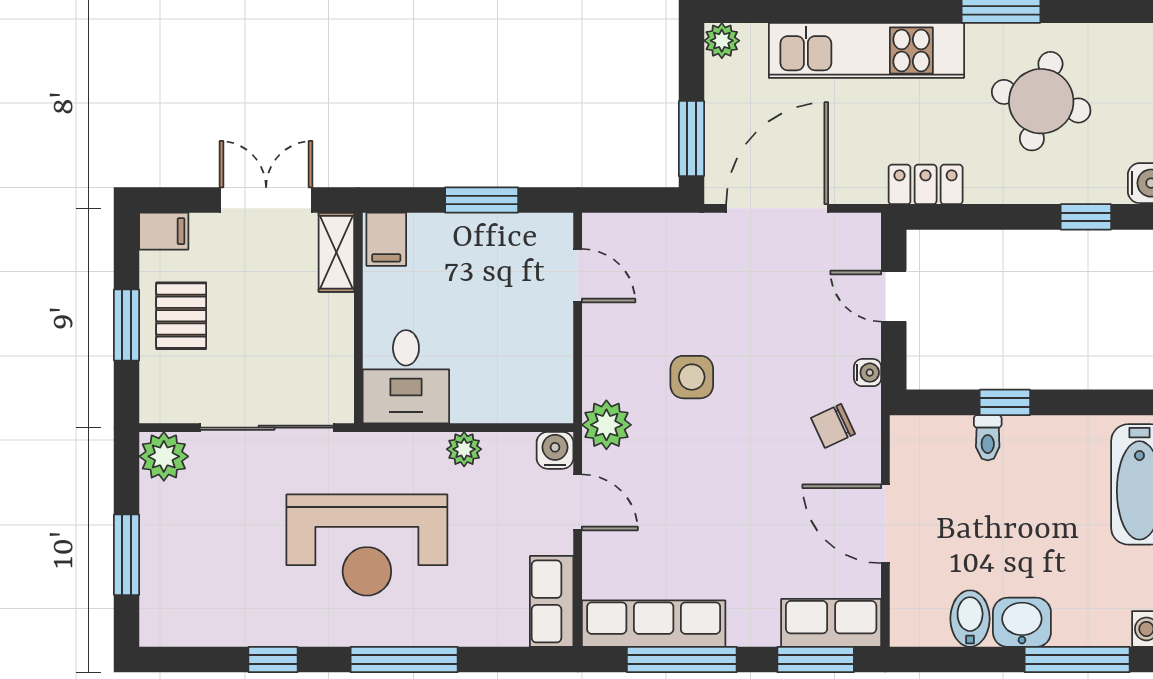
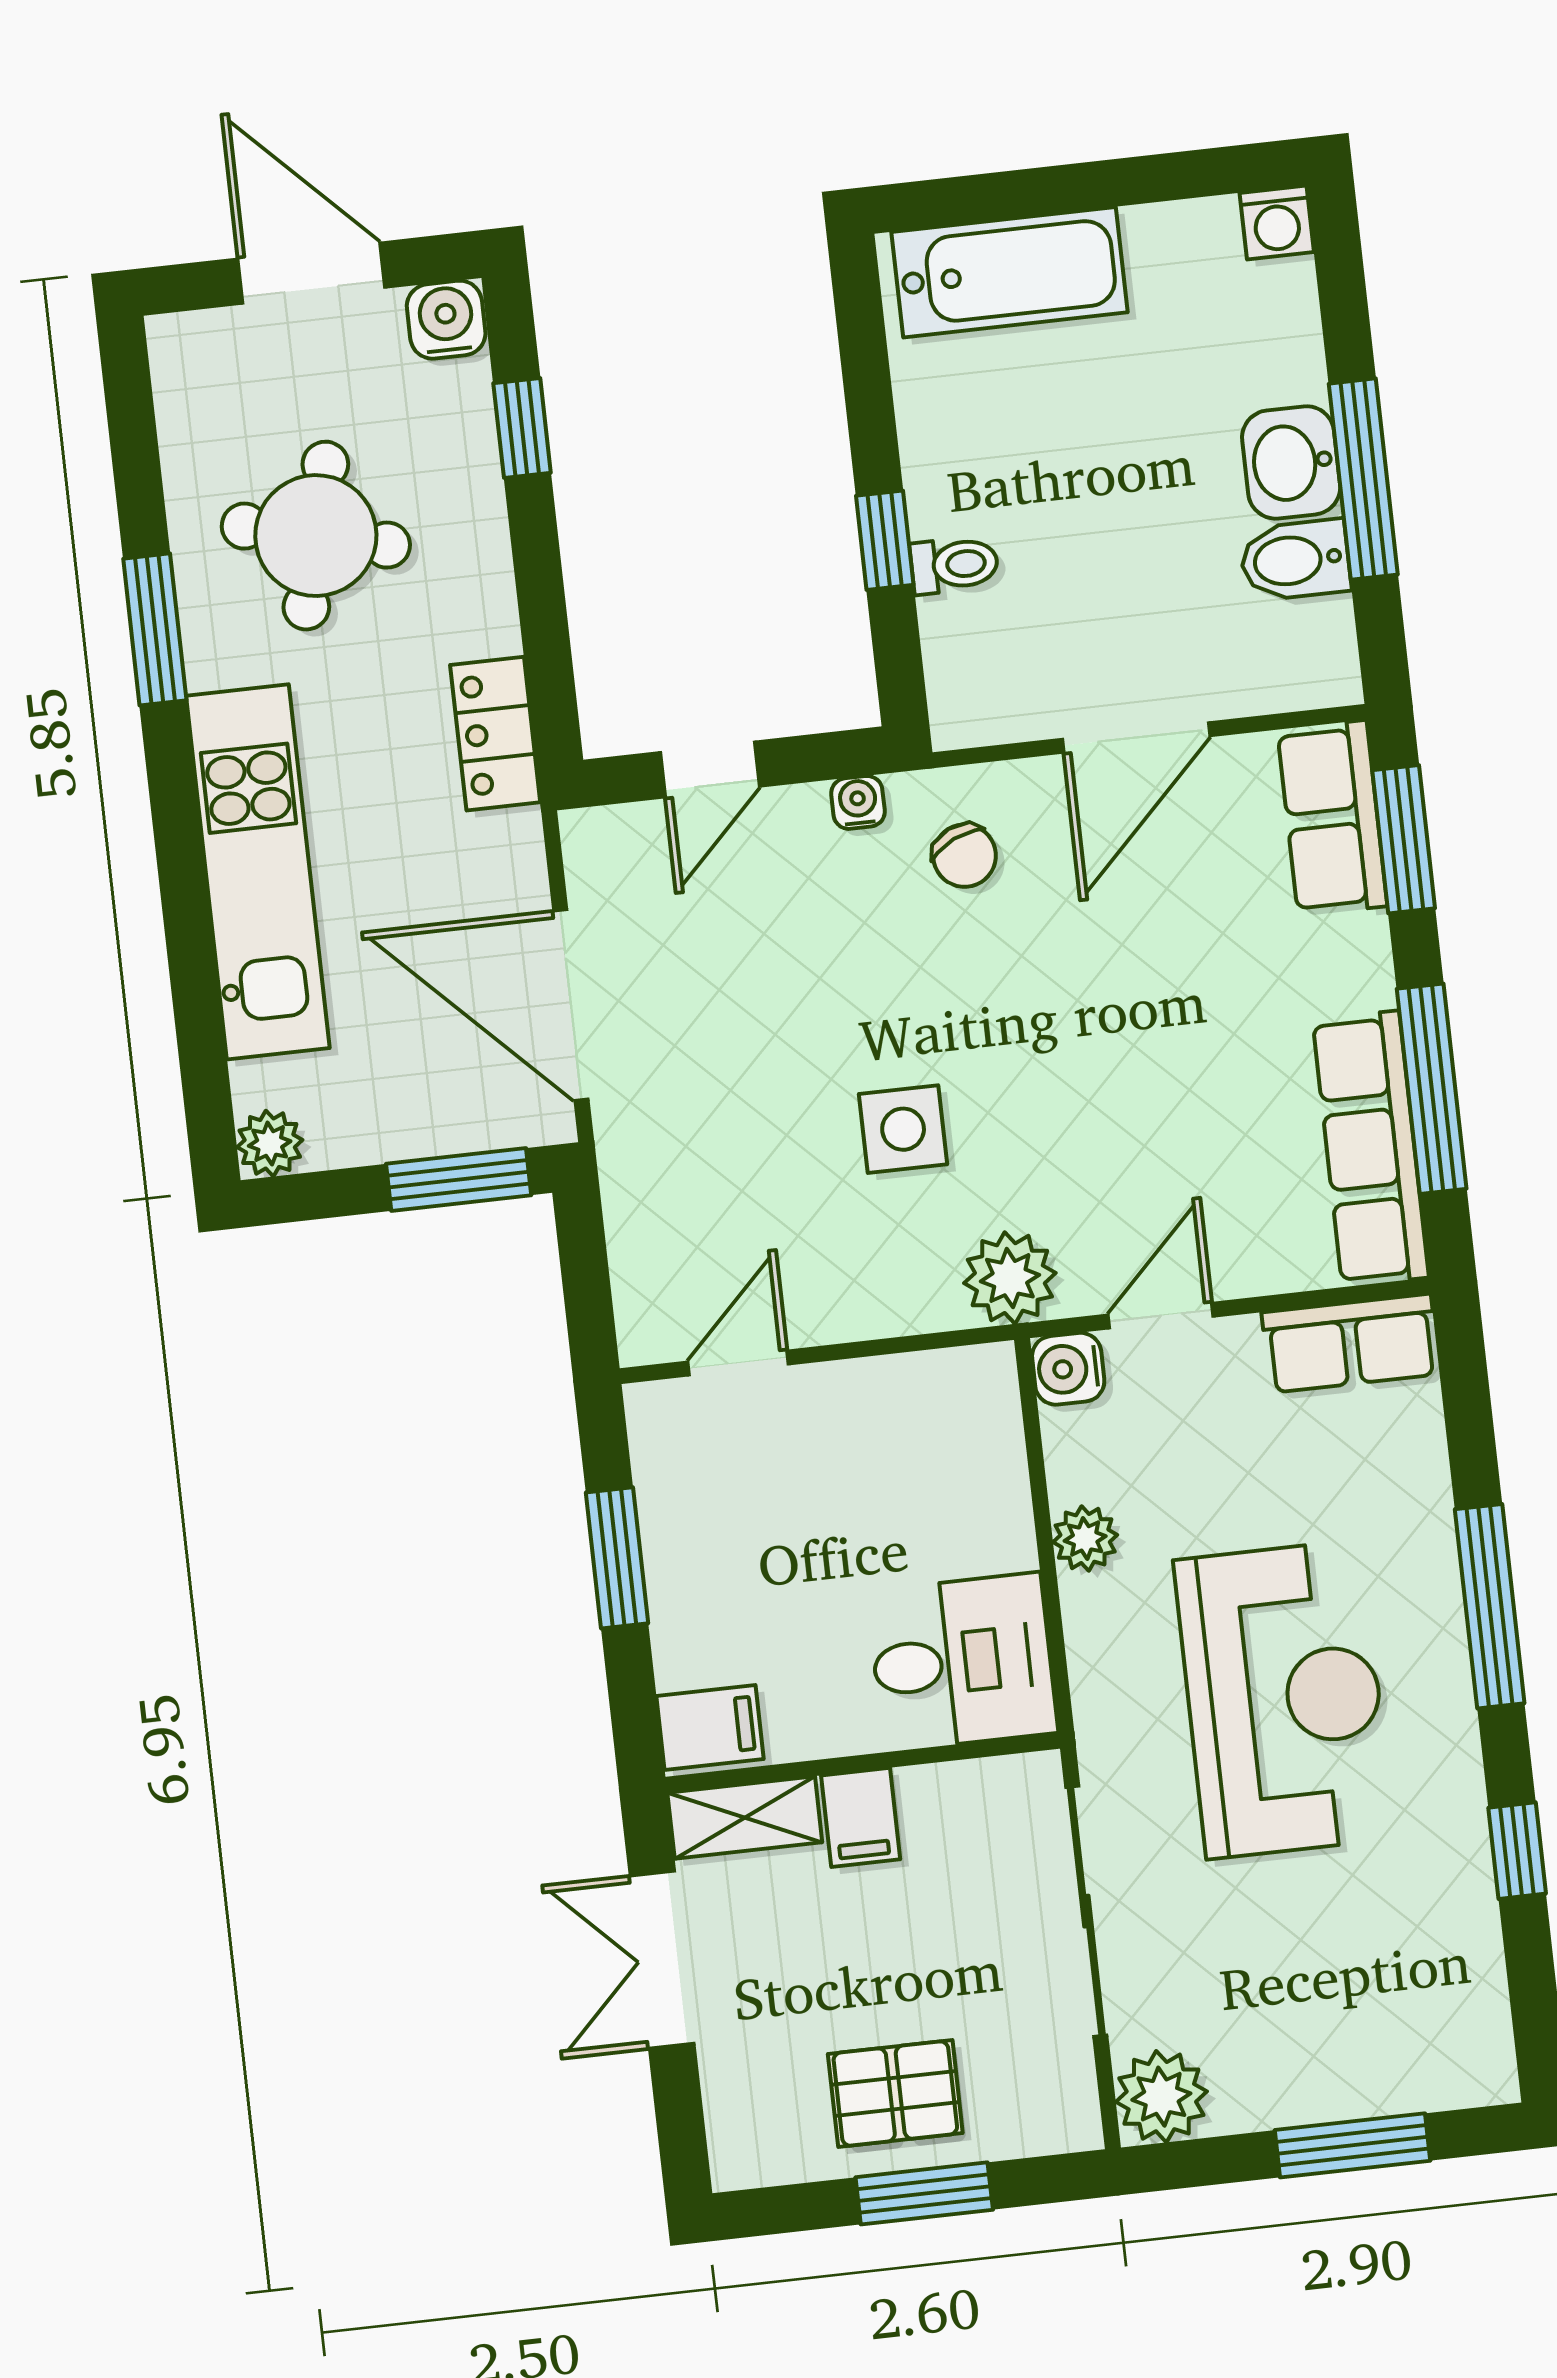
filing cabinet: (164, 231) -> (861, 1817), moved, turned 180
window: (1077, 660) -> (1363, 479), moved

